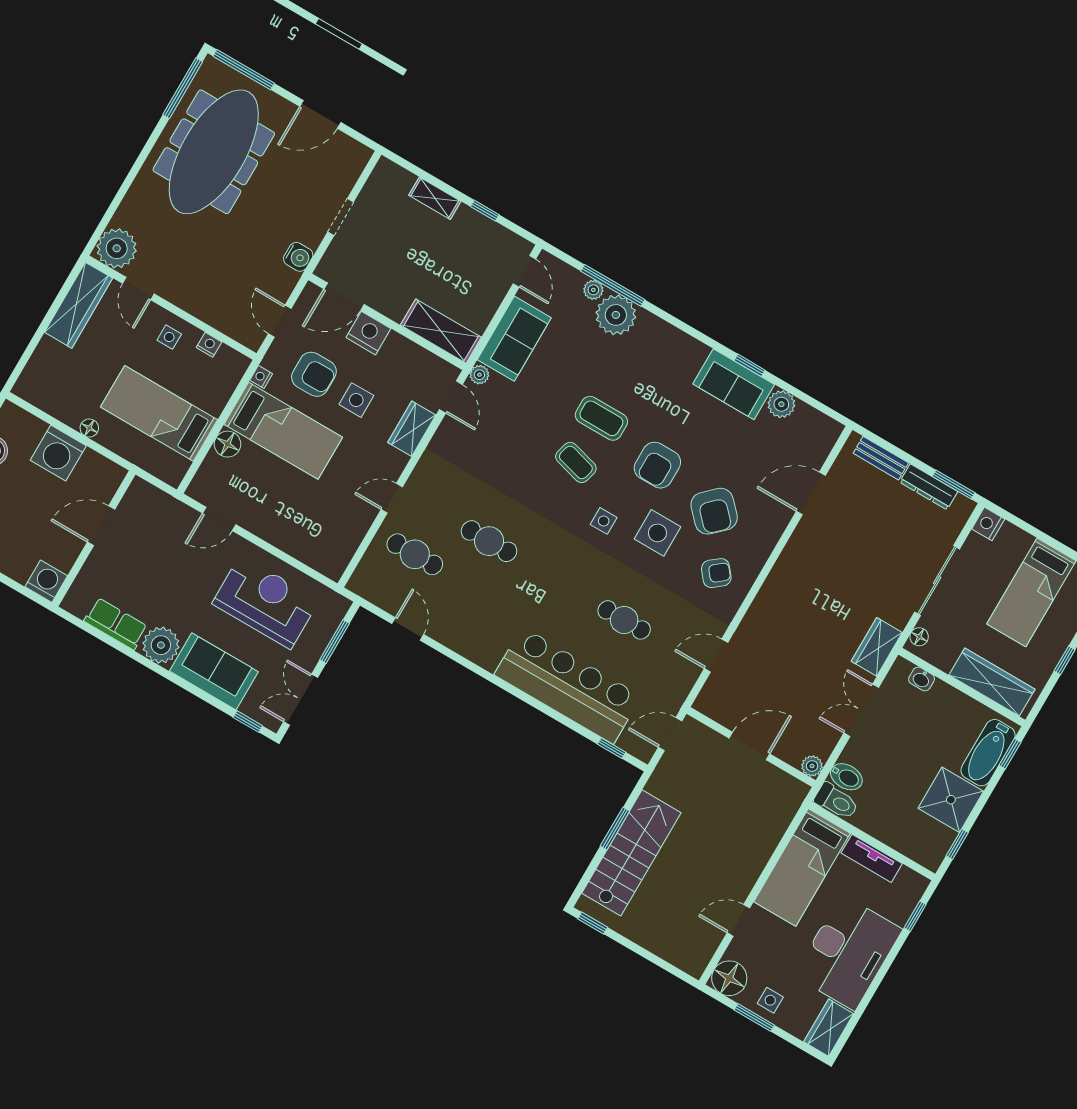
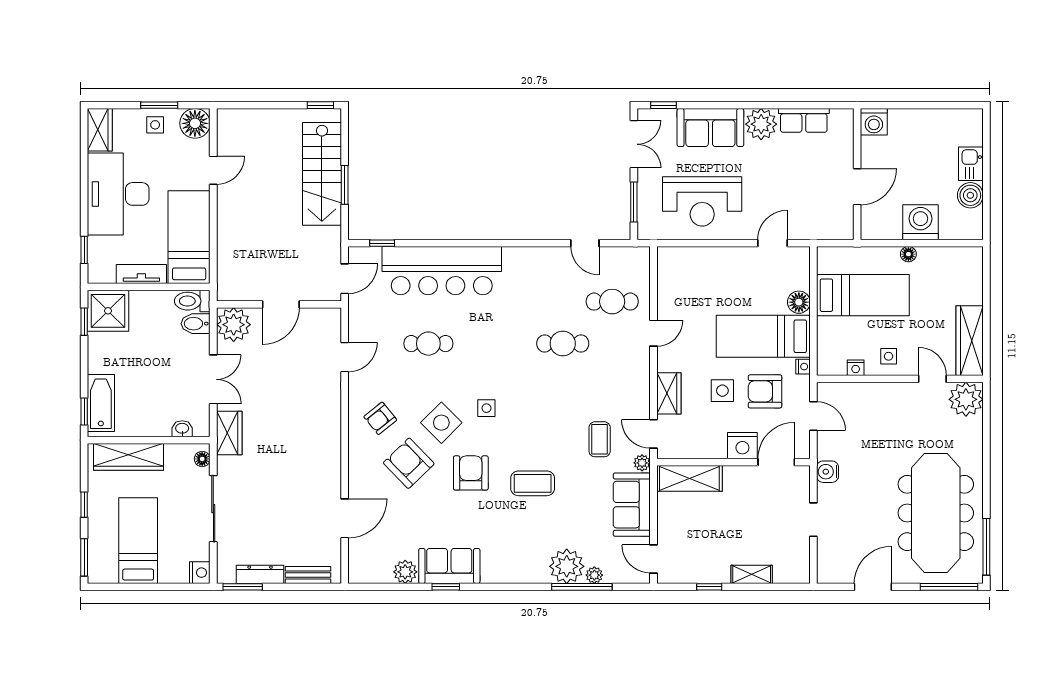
coffee table: (576, 462) -> (600, 439), moved, turned 75
side table: (657, 533) -> (441, 423), turned 45
plant: (812, 766) -> (234, 325), width x1.88, depth x1.88
shower: (951, 800) -> (108, 311), moved

